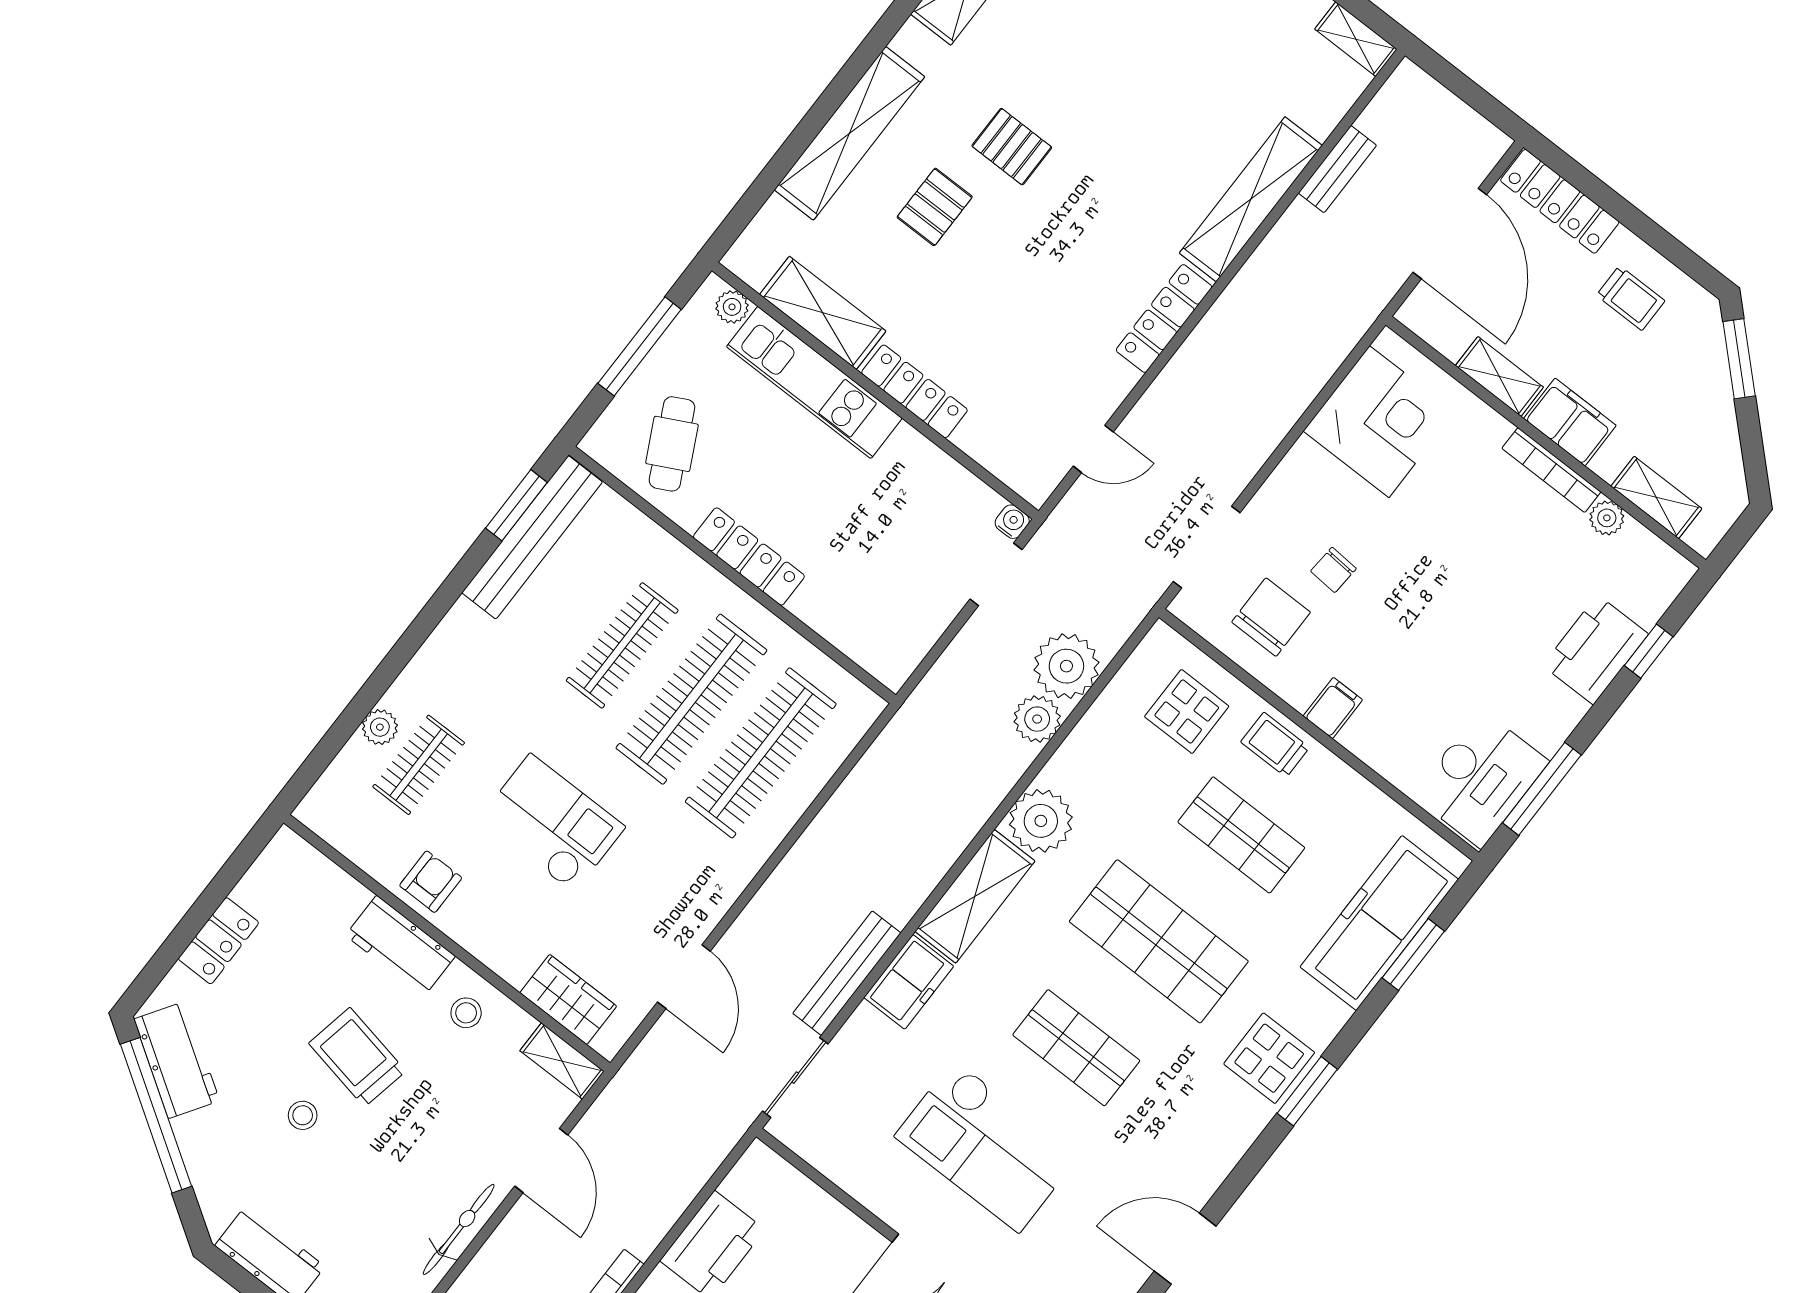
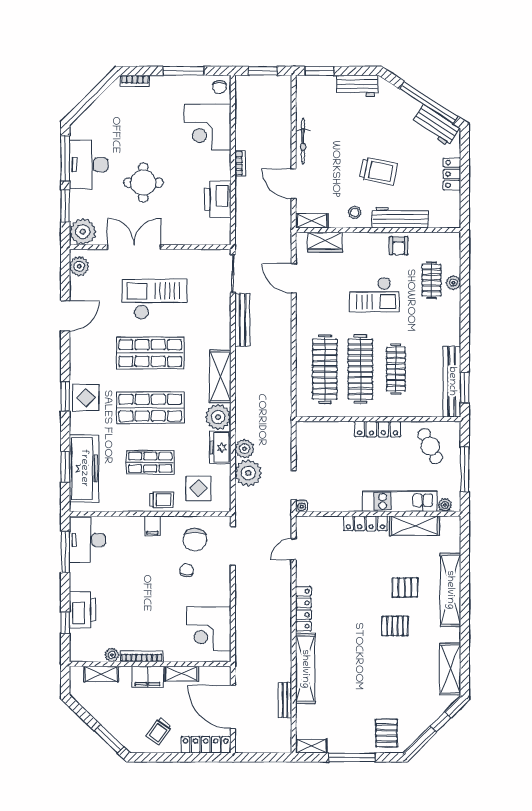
pallet: (935, 207) -> (405, 587), turned 90
trolley: (1631, 298) -> (159, 731), turned -55
workbench: (400, 946) -> (400, 218), width x1.38
freezer: (909, 982) -> (220, 448), moved
shop shelf: (1076, 1048) -> (150, 353), width x1.43, depth x1.36
stool: (303, 1115) -> (382, 139), removed

